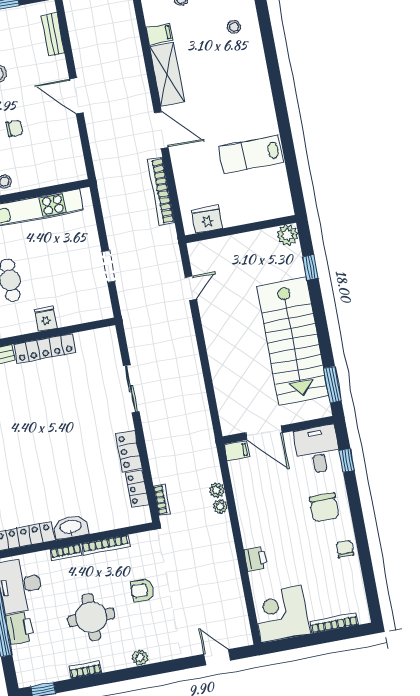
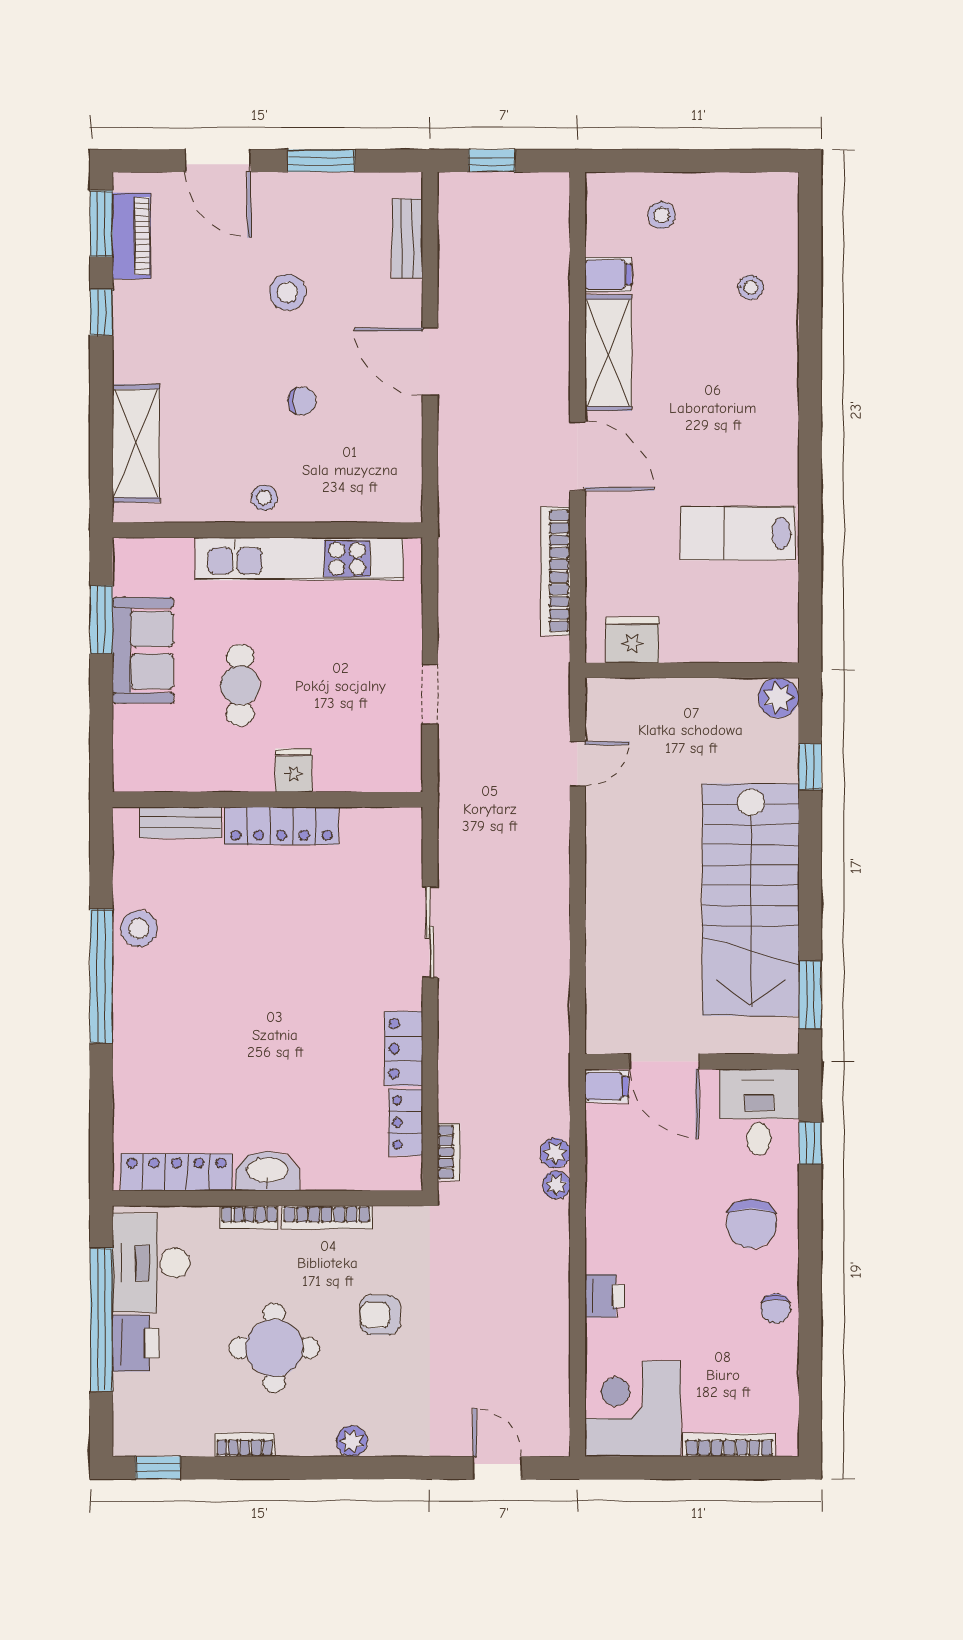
chair: (345, 549) -> (776, 1309), turned 180

